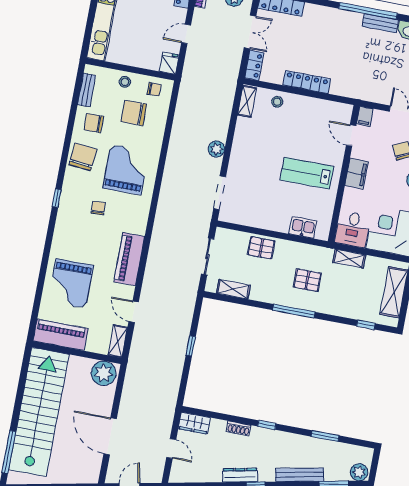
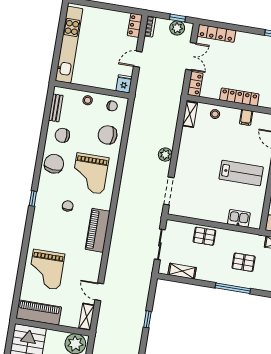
filing cabinet: (314, 107) -> (246, 117), added
chair: (134, 113) -> (108, 135), moved
grand piano: (126, 170) -> (90, 173), turned 180
lab bench: (307, 173) -> (241, 173), turned 180
piano: (129, 259) -> (98, 230), moved

